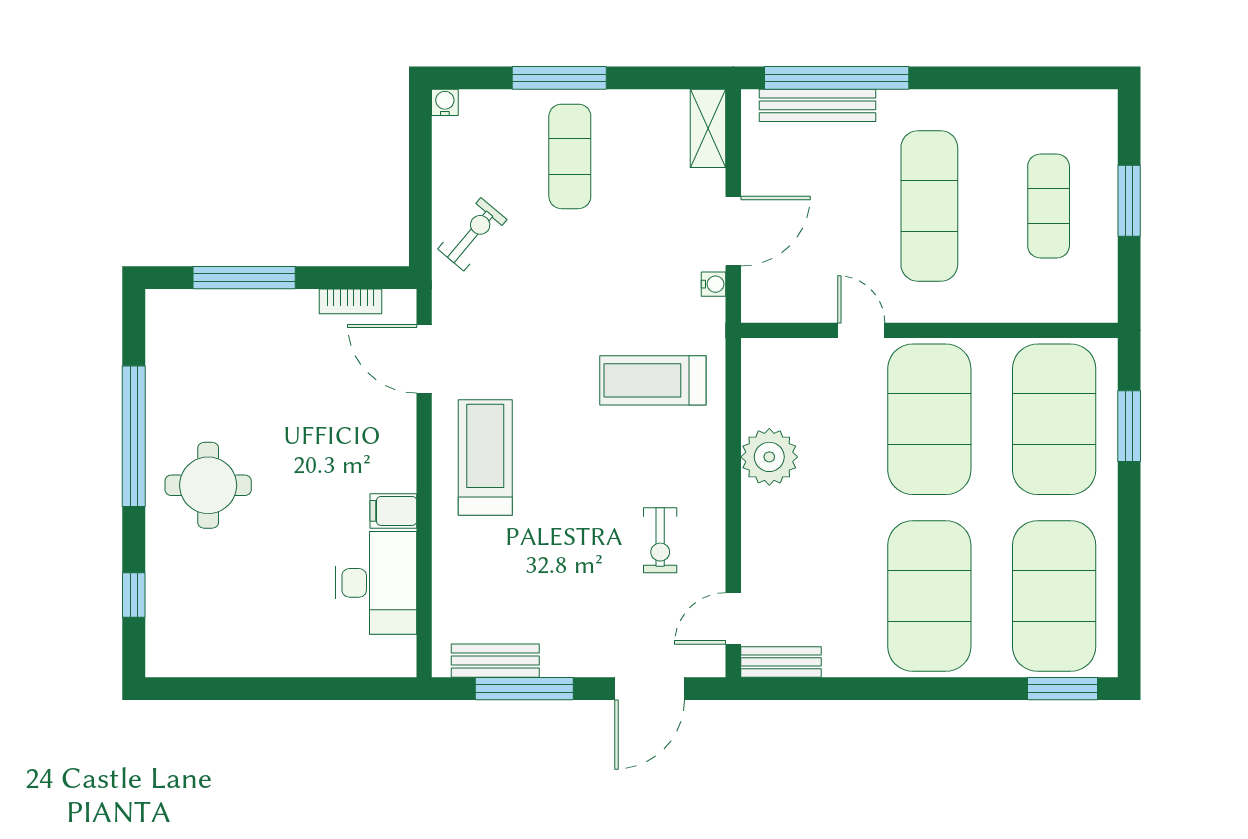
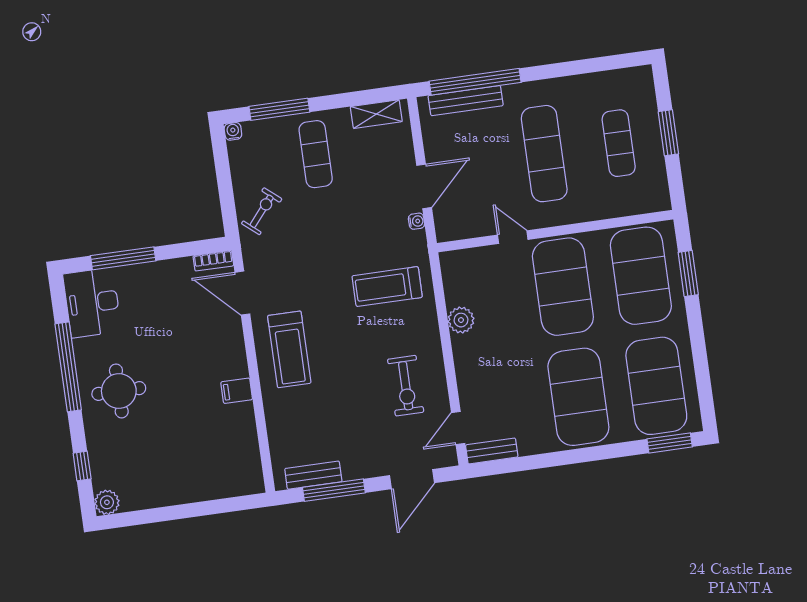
window: (559, 78) -> (279, 109), moved
shelving: (708, 128) -> (376, 114), moved, turned 90
bookcase: (350, 301) -> (213, 261), moved
treadmill: (485, 457) -> (289, 349), turned 180
plant: (769, 457) -> (461, 320), width x0.73, depth x0.73
exercise bike: (660, 540) -> (406, 386), width x1.38, depth x1.39
desk: (376, 583) -> (92, 303), moved, turned 180
plant: (165, 658) -> (107, 502), added

